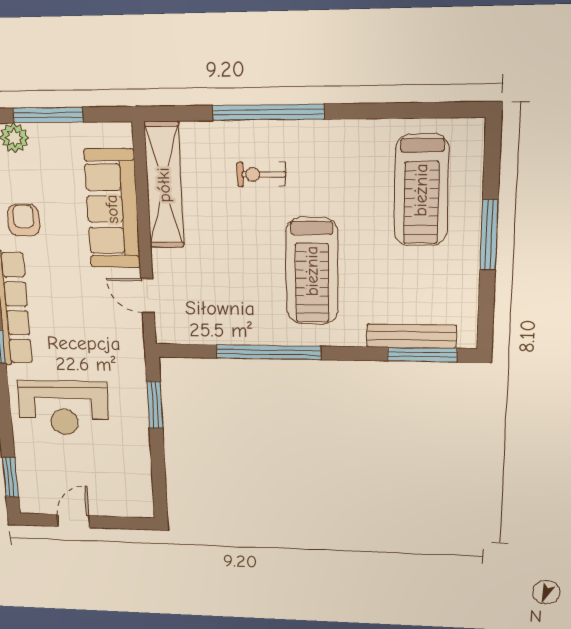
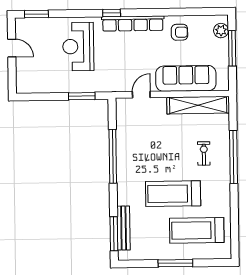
treadmill: (312, 271) -> (173, 194), moved

